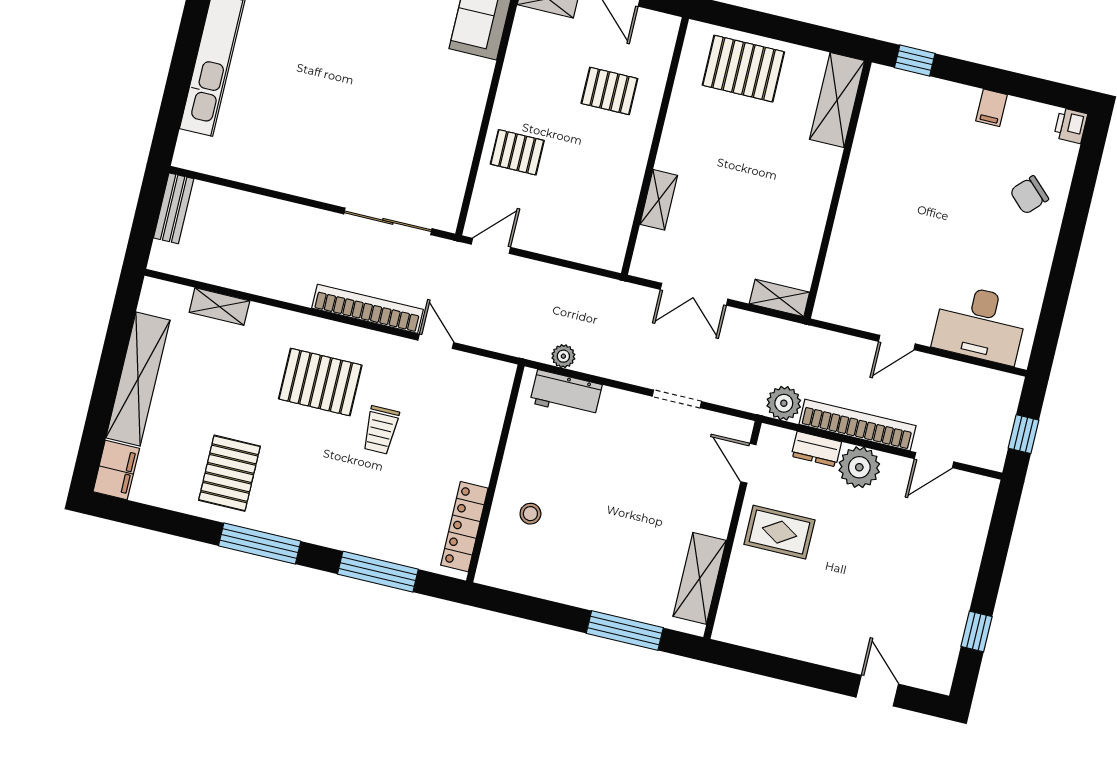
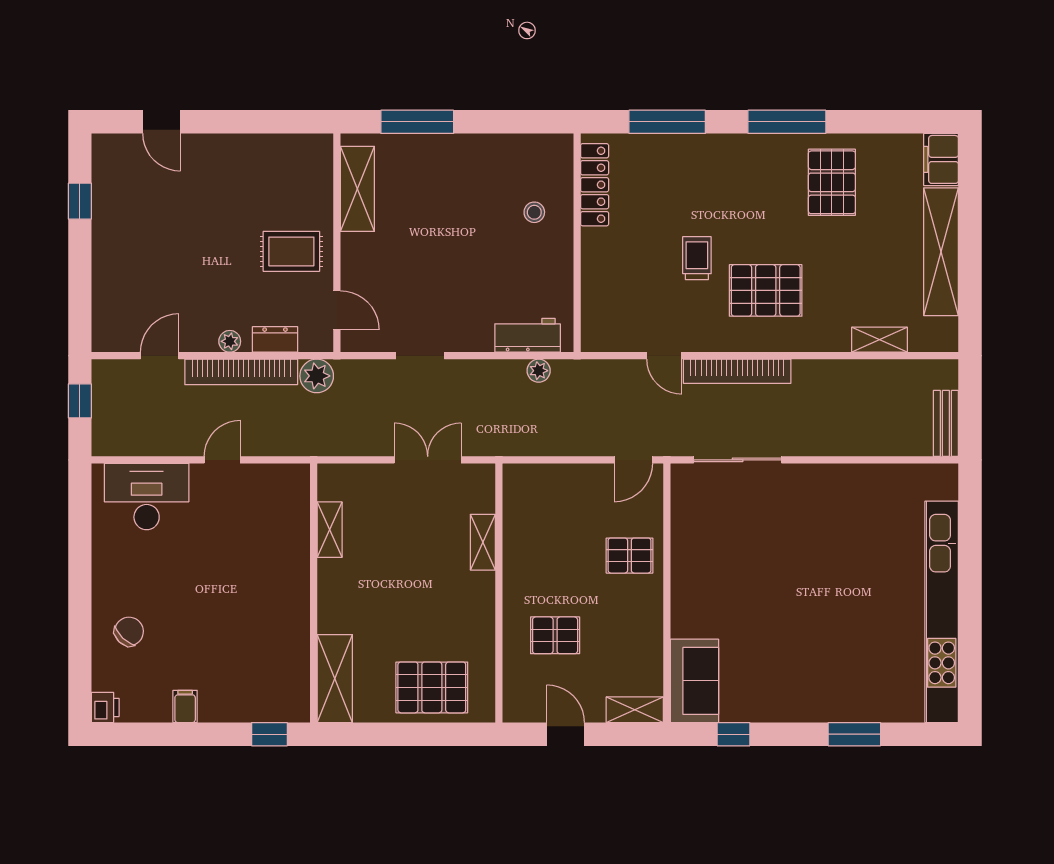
shelving: (779, 298) -> (330, 530), moved, turned 90
plant: (859, 467) -> (230, 341), width x0.53, depth x0.53

